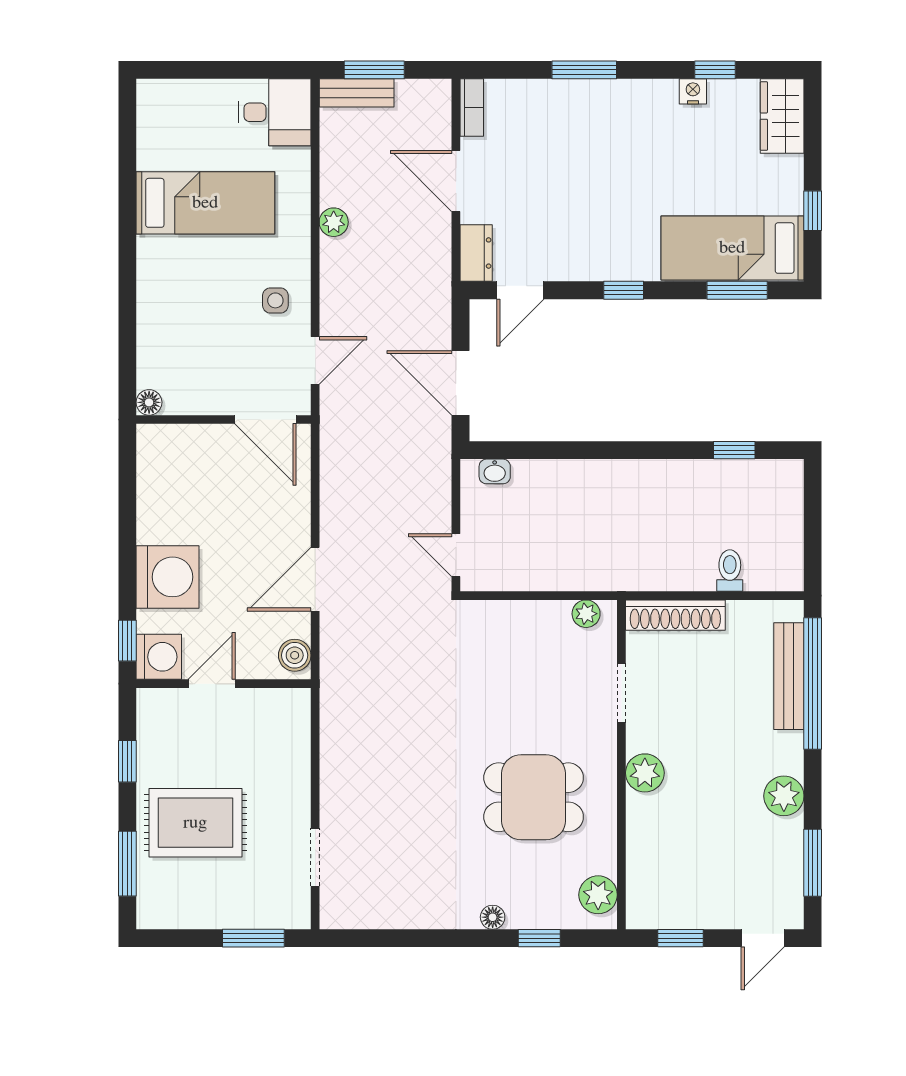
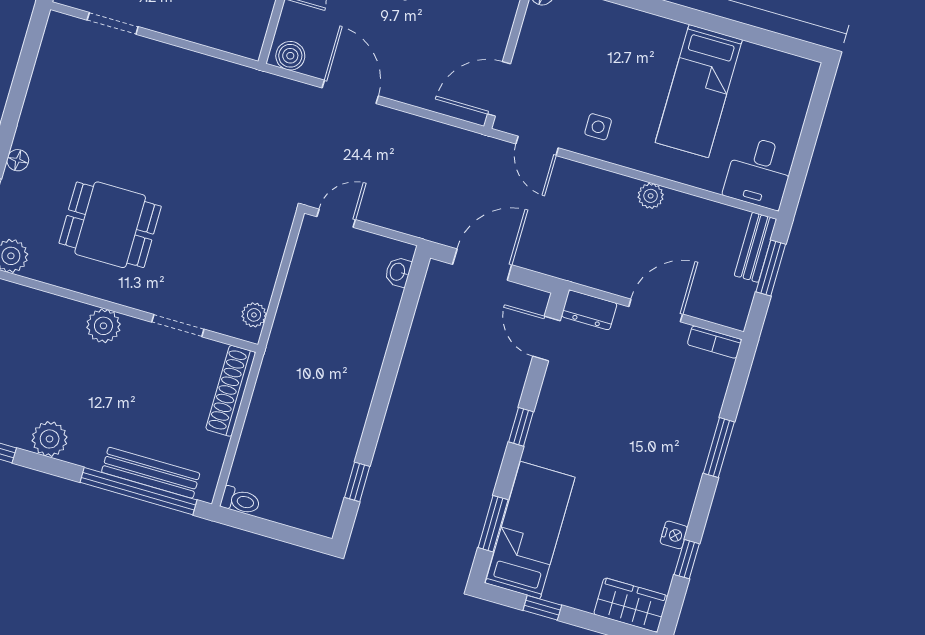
toilet: (730, 570) -> (240, 501), moved
dining table: (534, 797) -> (110, 225), turned 90

